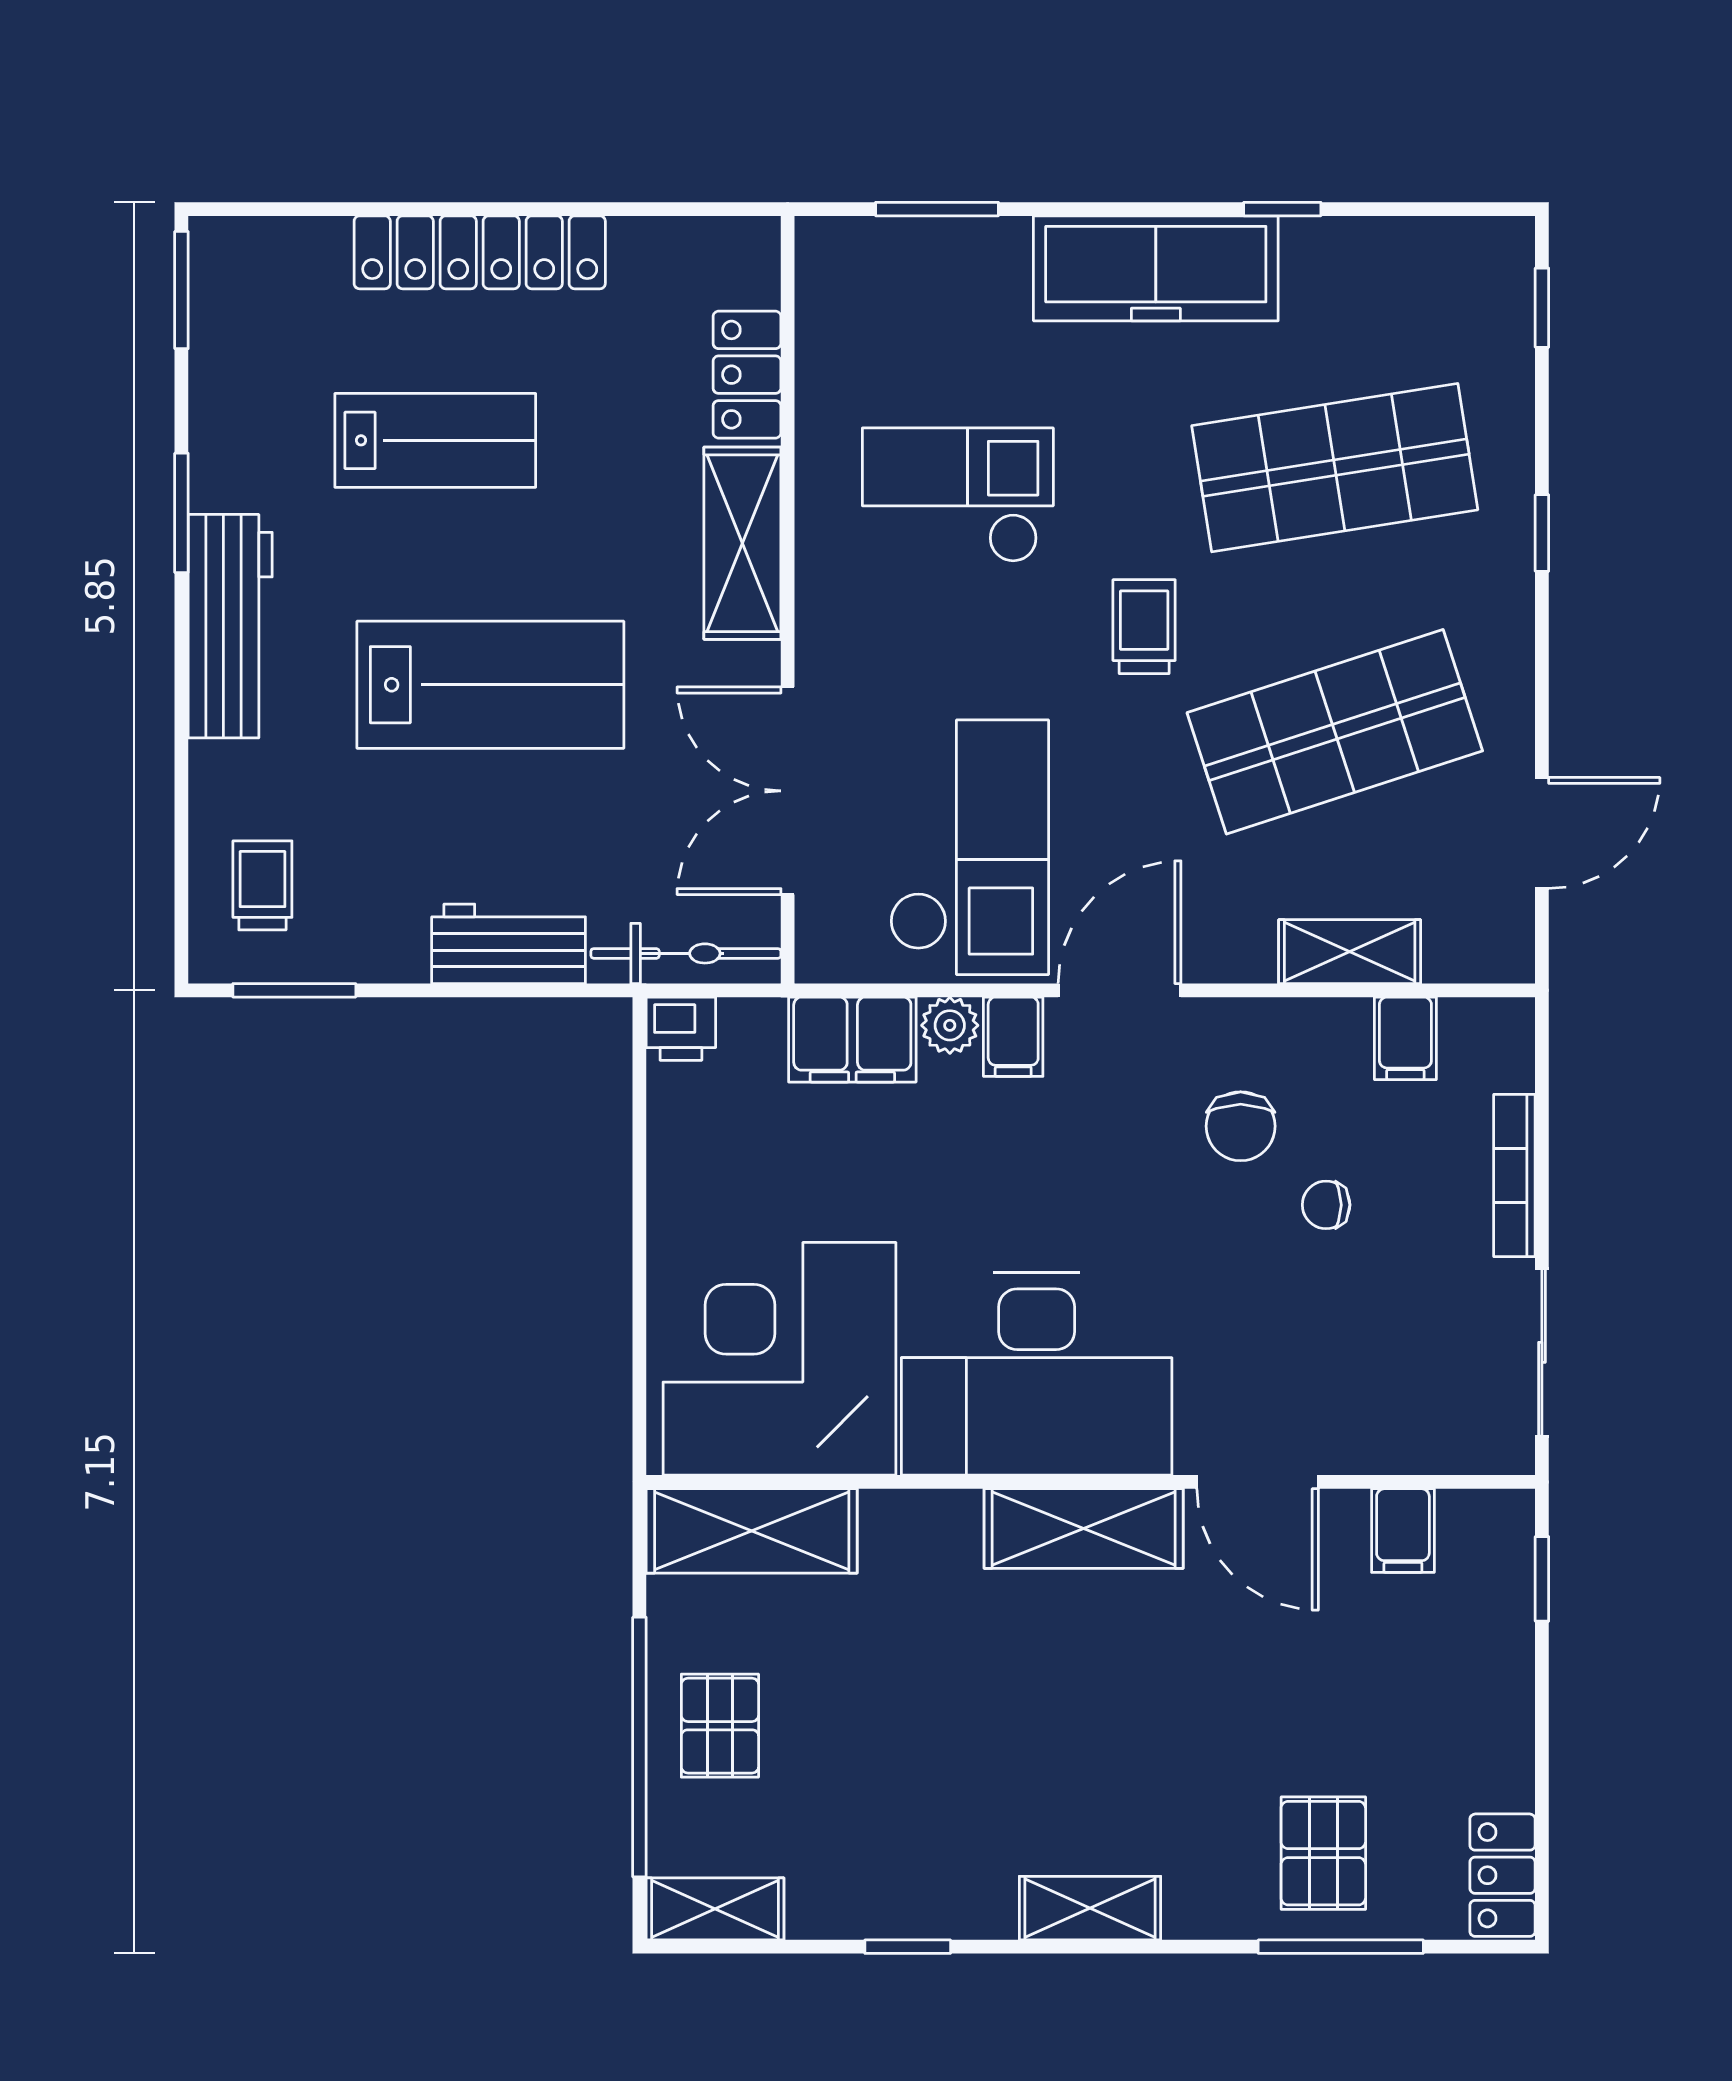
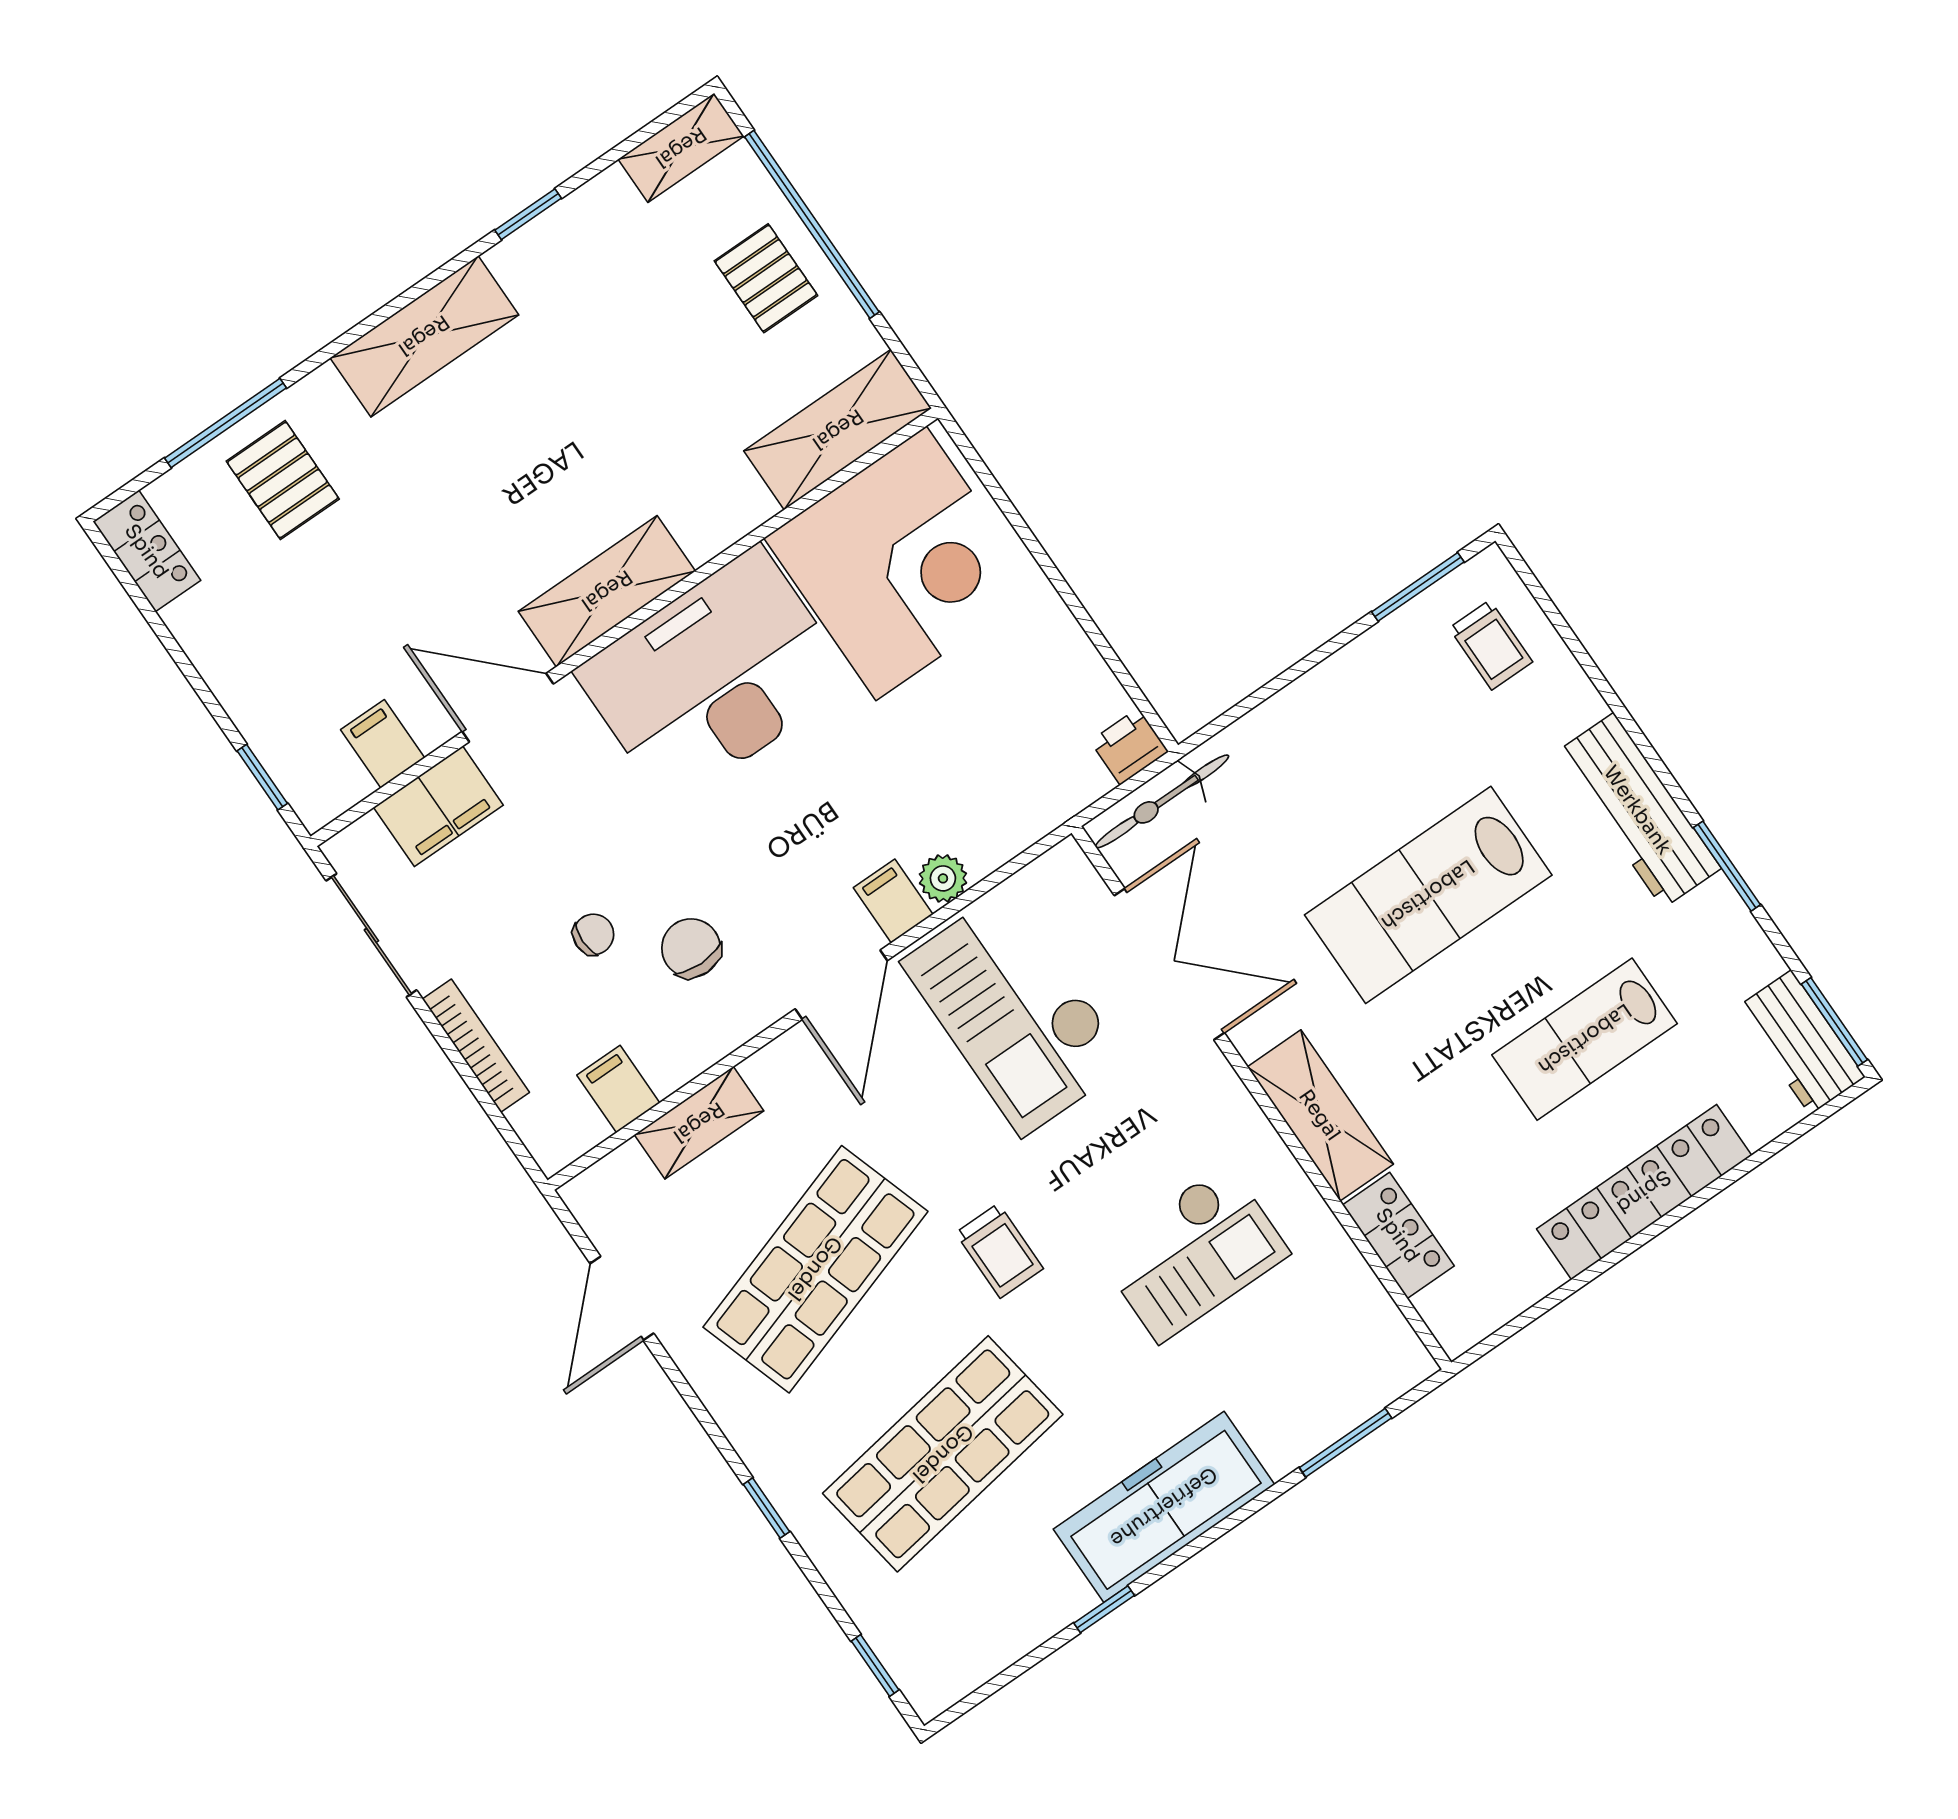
workbench: (509, 944) -> (1801, 1042), moved, turned 90
filing cabinet: (852, 1040) -> (438, 806), moved, turned 180
shelving: (1090, 1908) -> (424, 336), width x1.50, depth x1.33

